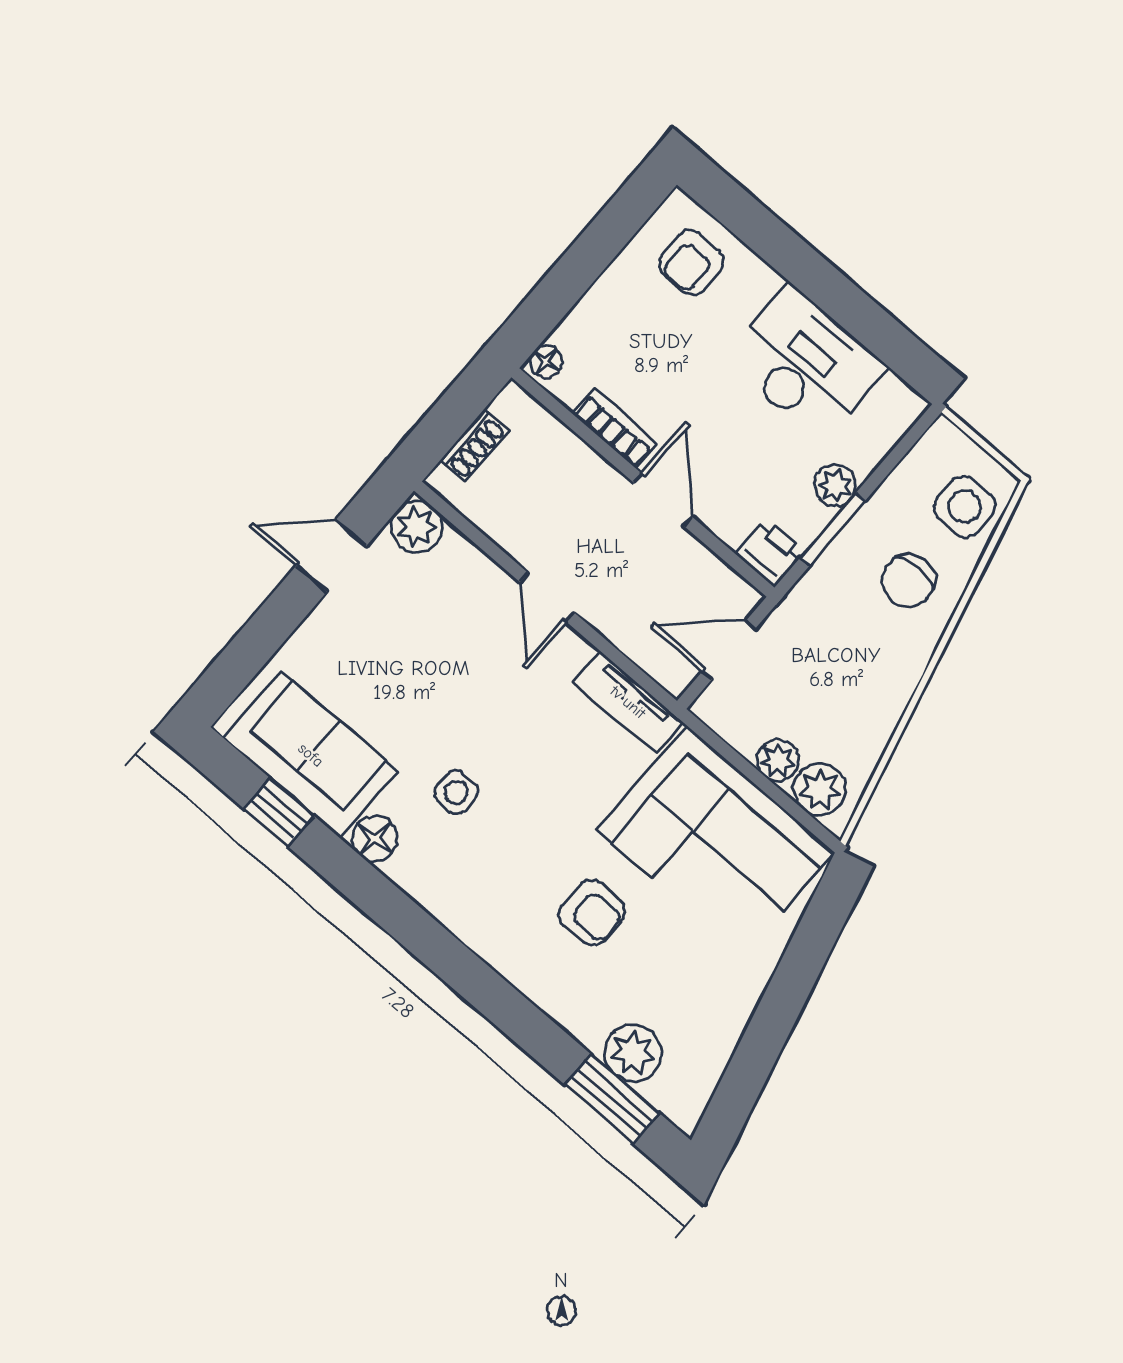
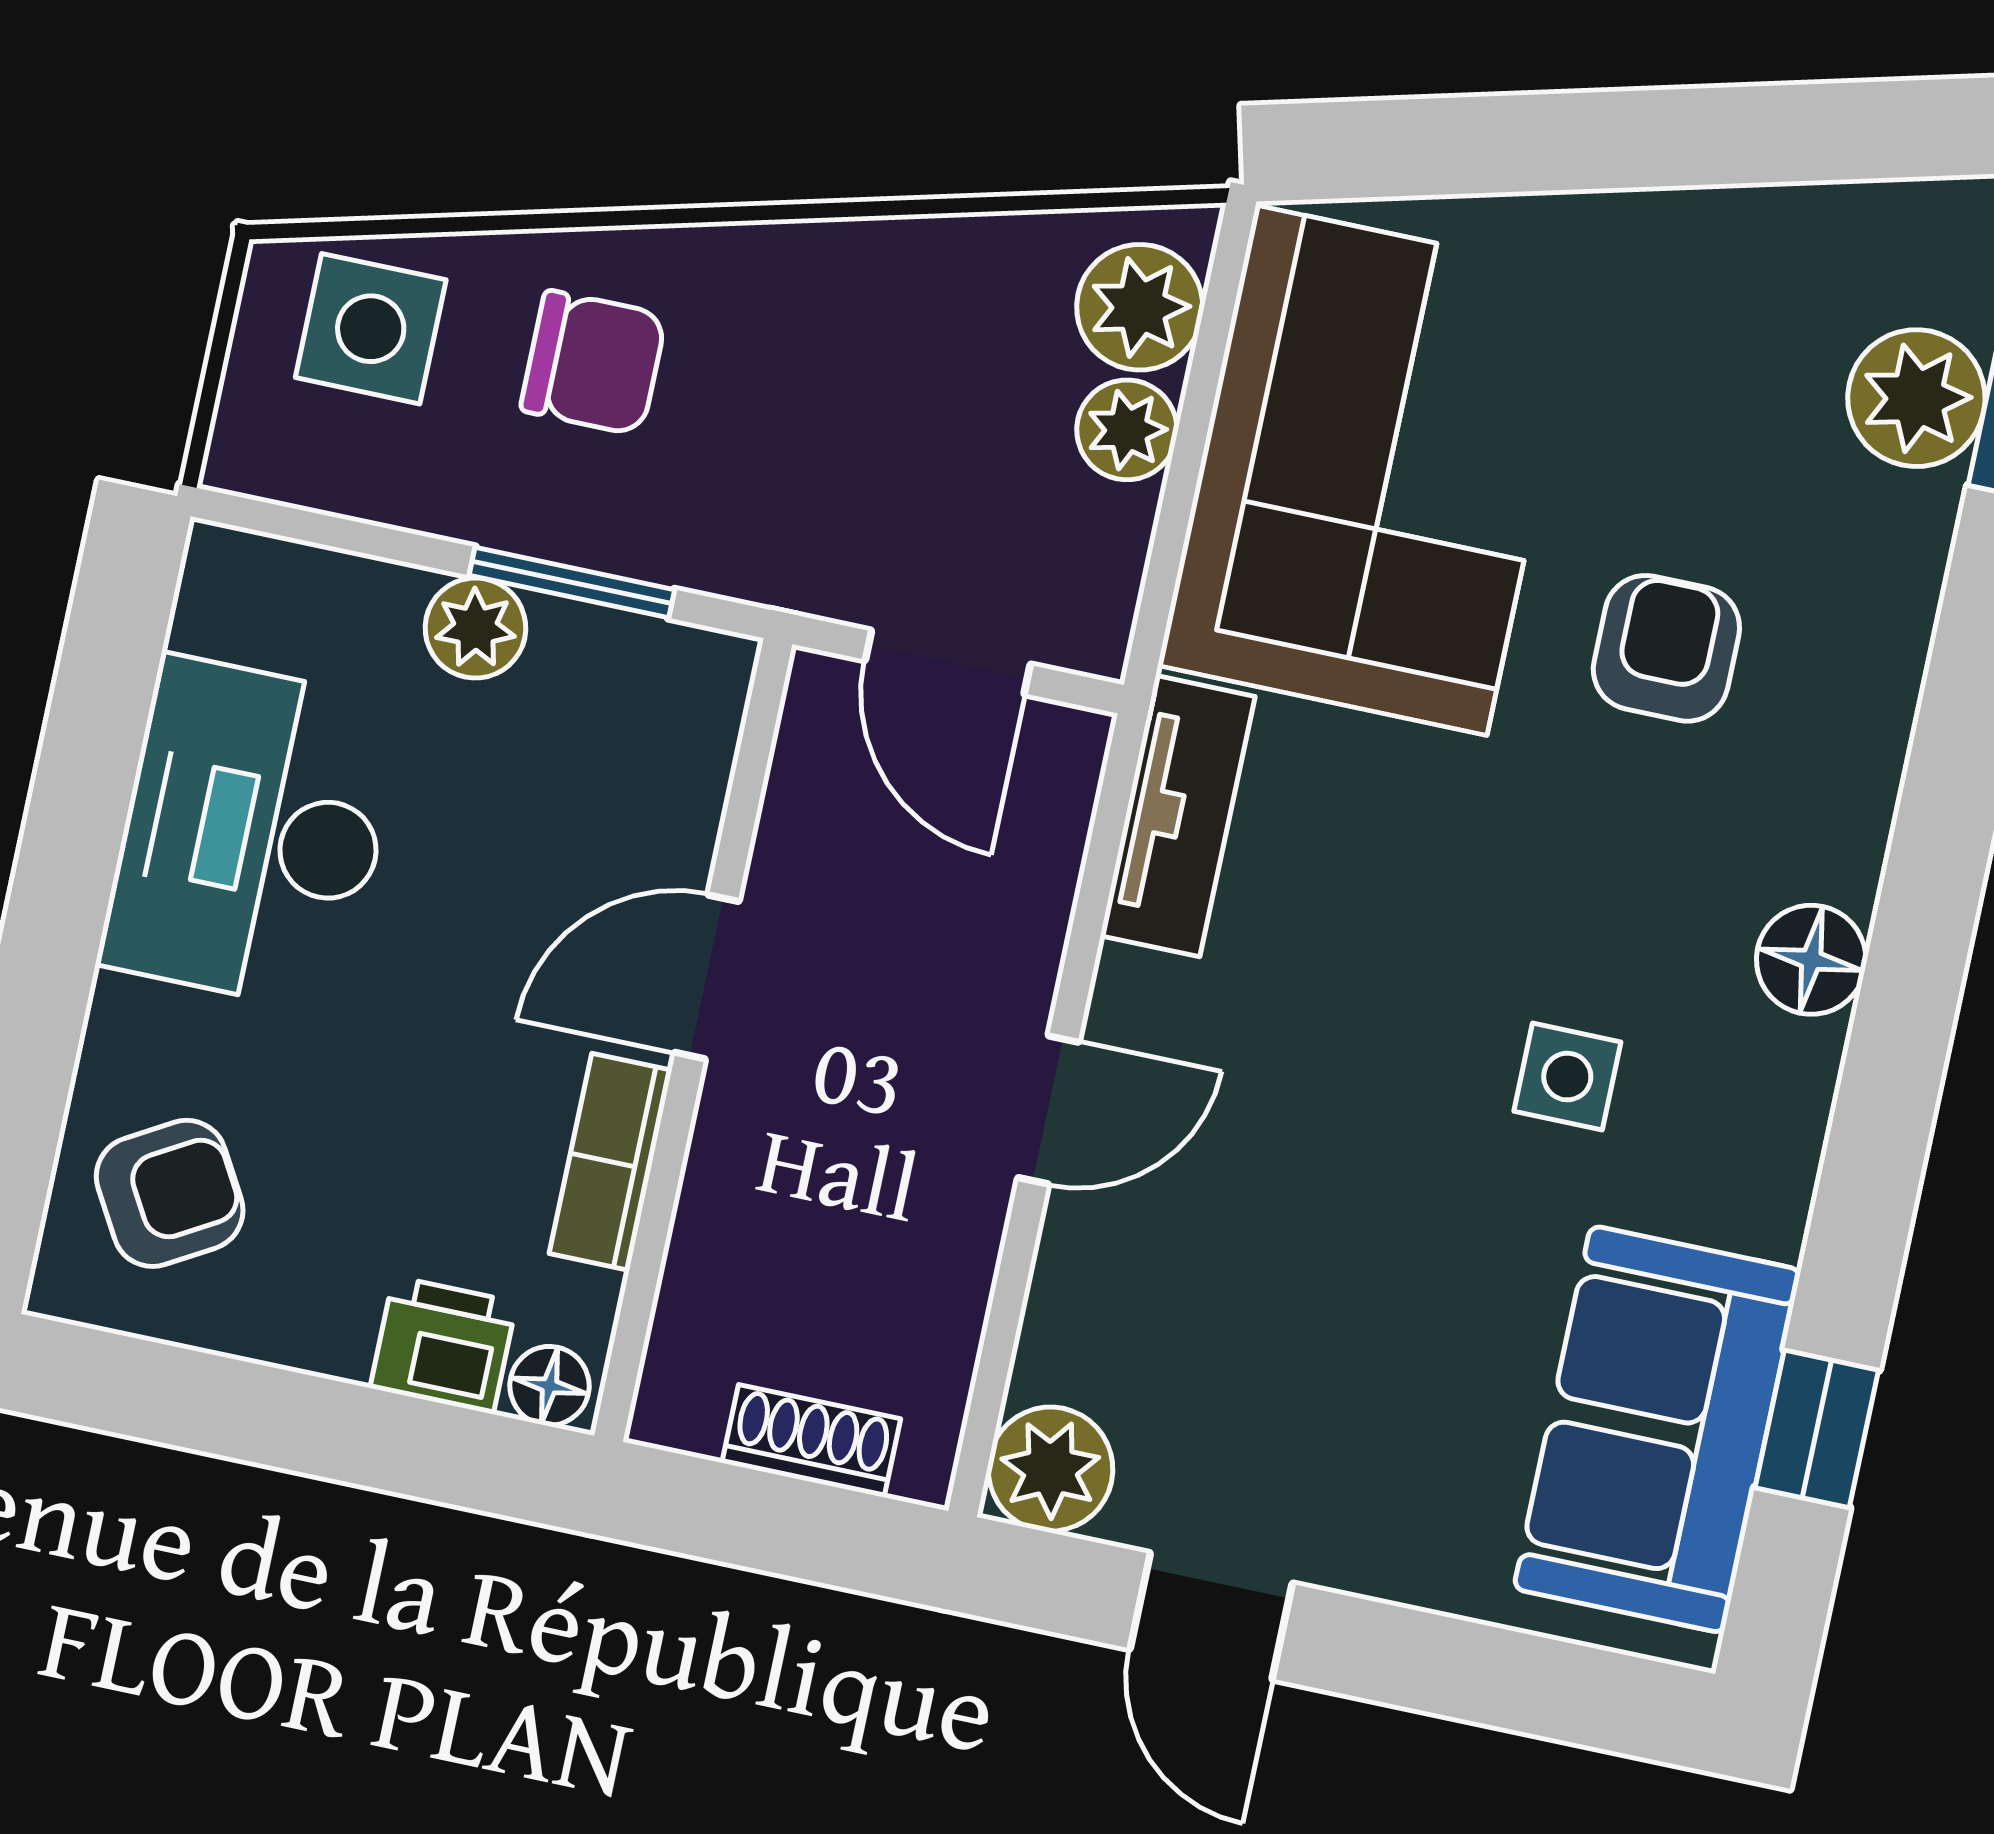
armchair: (691, 262) -> (170, 1193), turned -30
printer: (770, 553) -> (443, 1345), moved, turned 90
floor lamp: (375, 839) -> (1811, 960), moved

